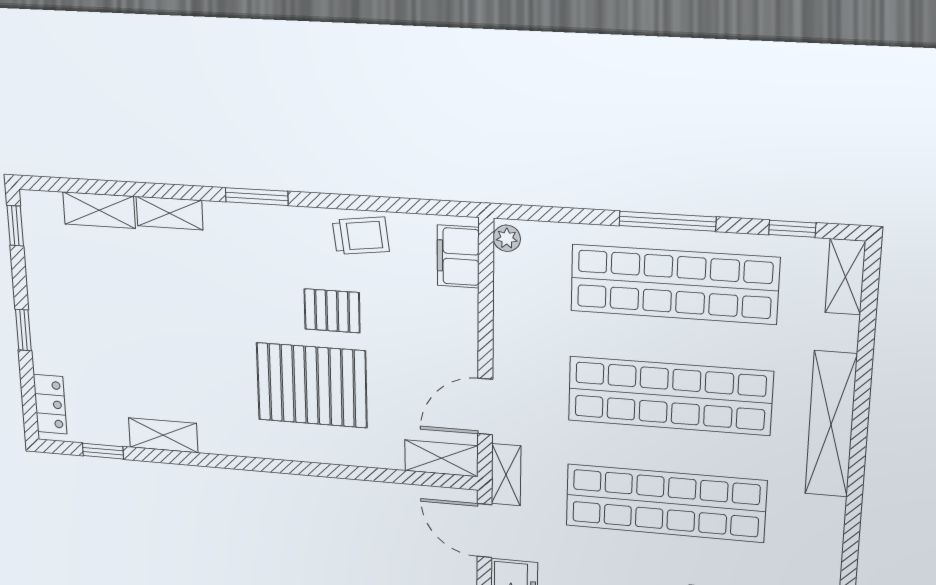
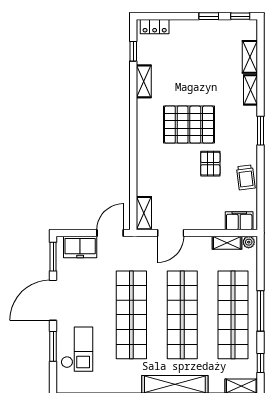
window: (23, 330) -> (209, 16), moved
pallet: (312, 385) -> (189, 125), moved, turned 90
door: (485, 407) -> (171, 233), swing flipped
shelving: (506, 475) -> (227, 243), moved

